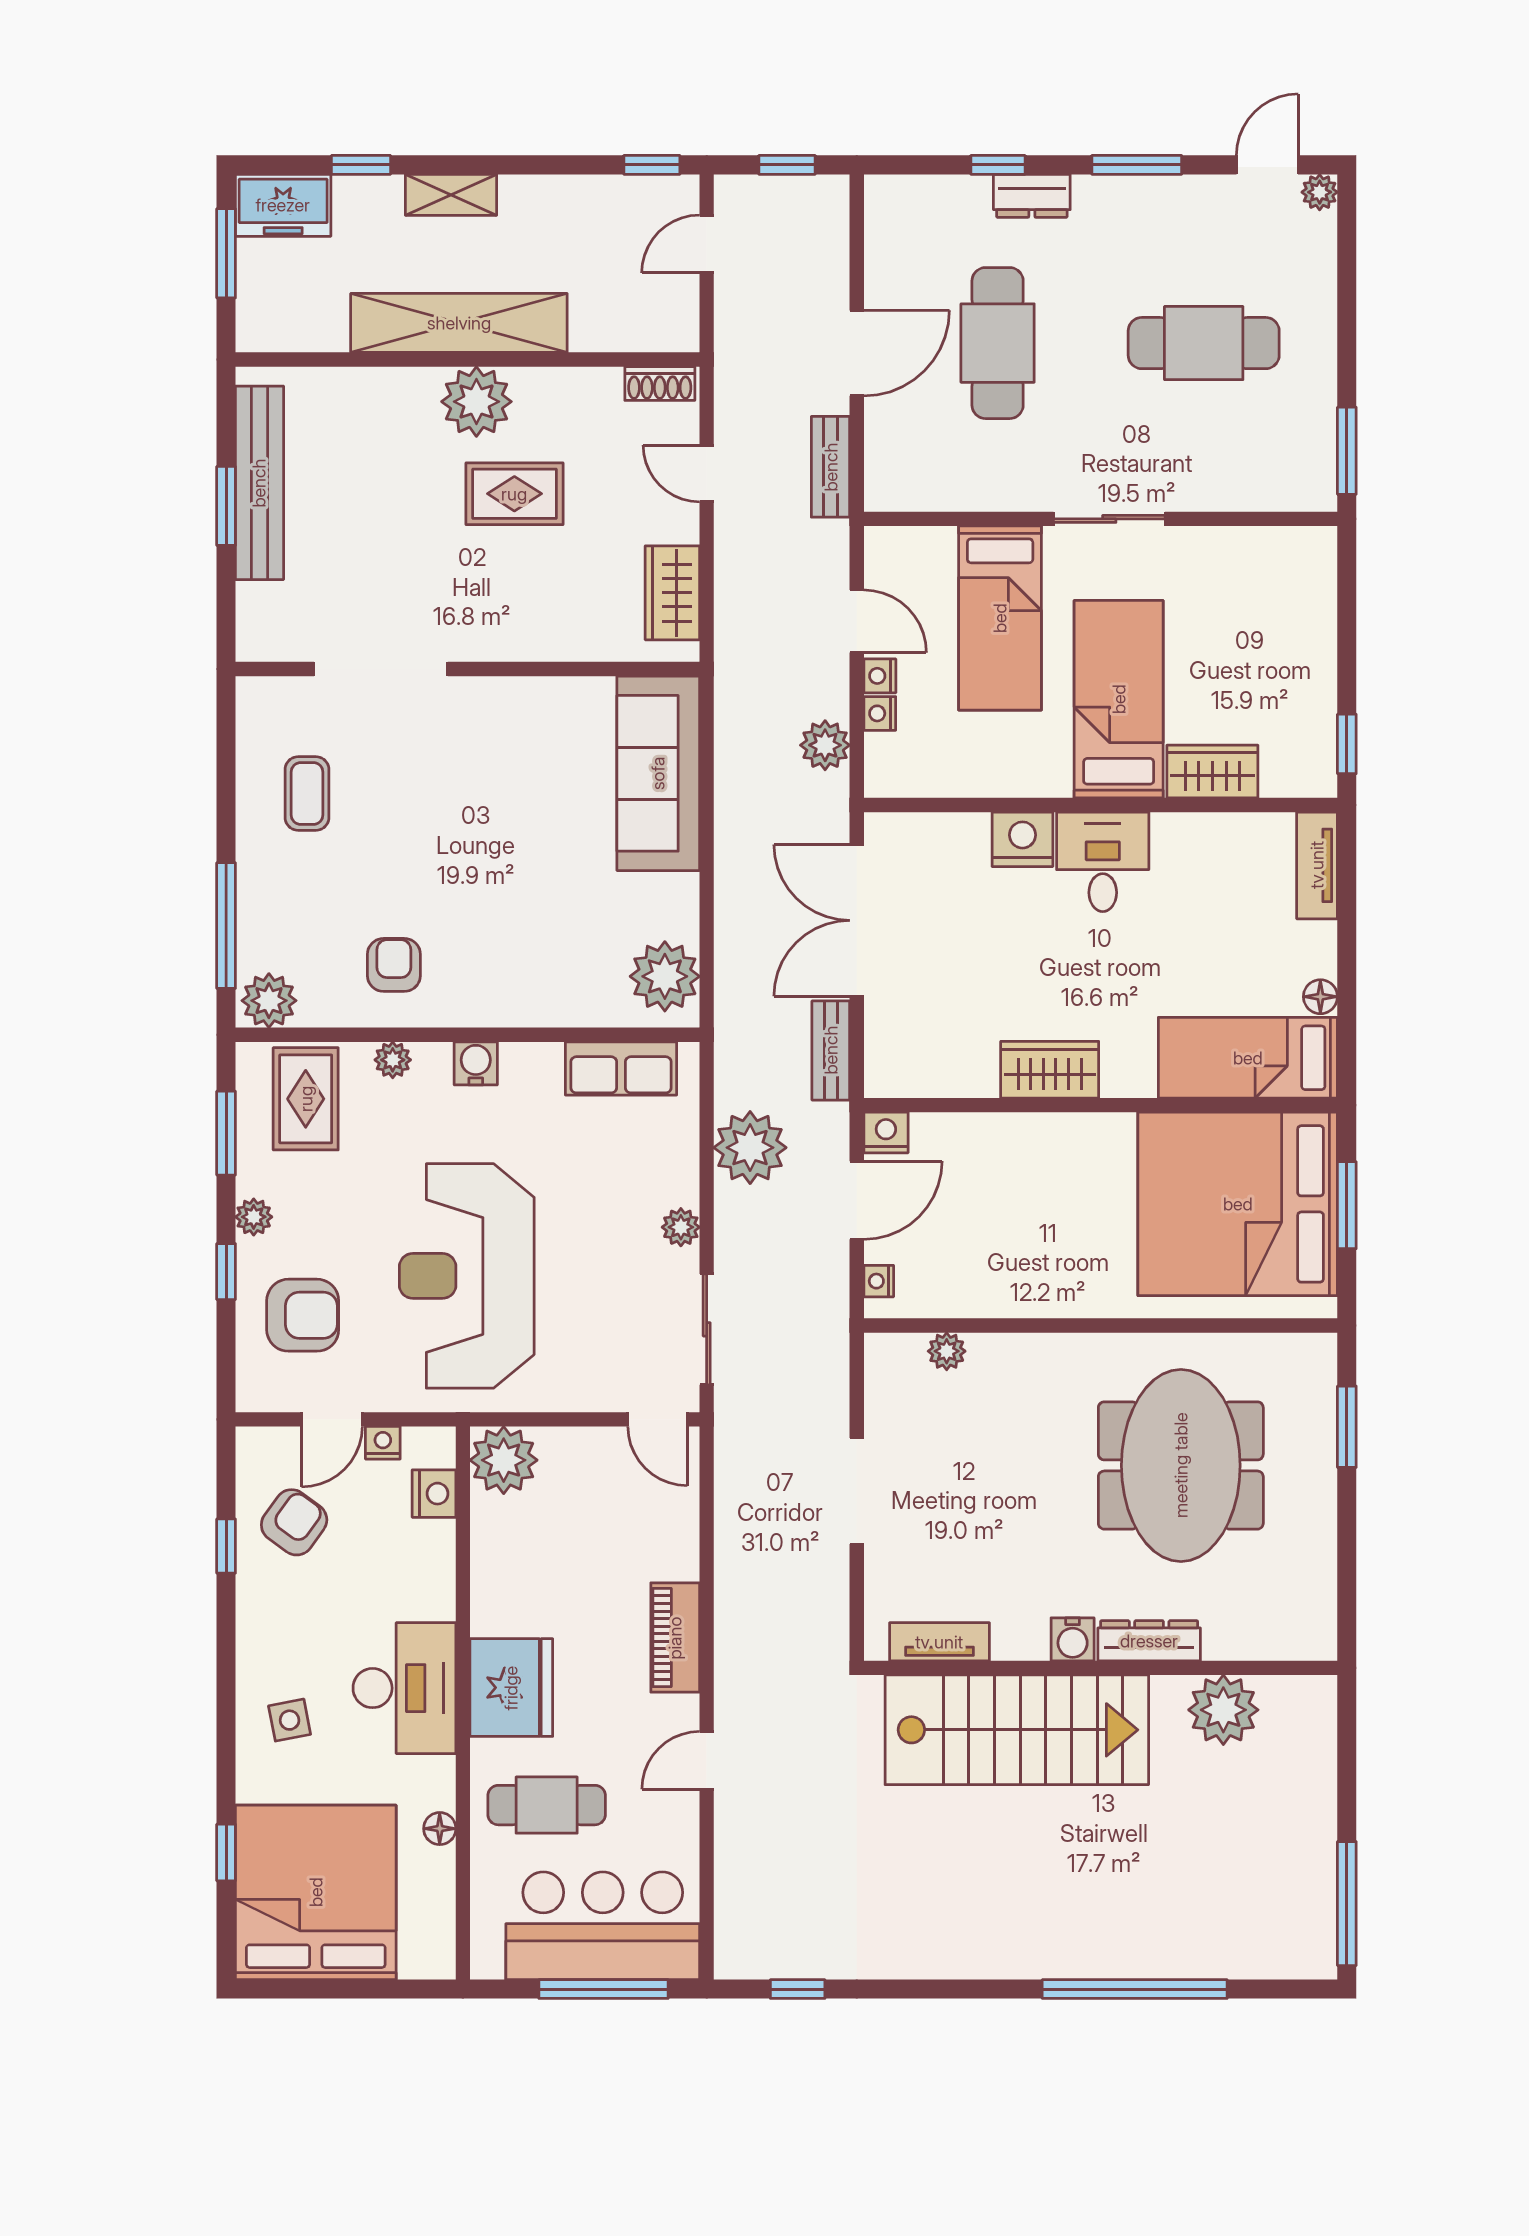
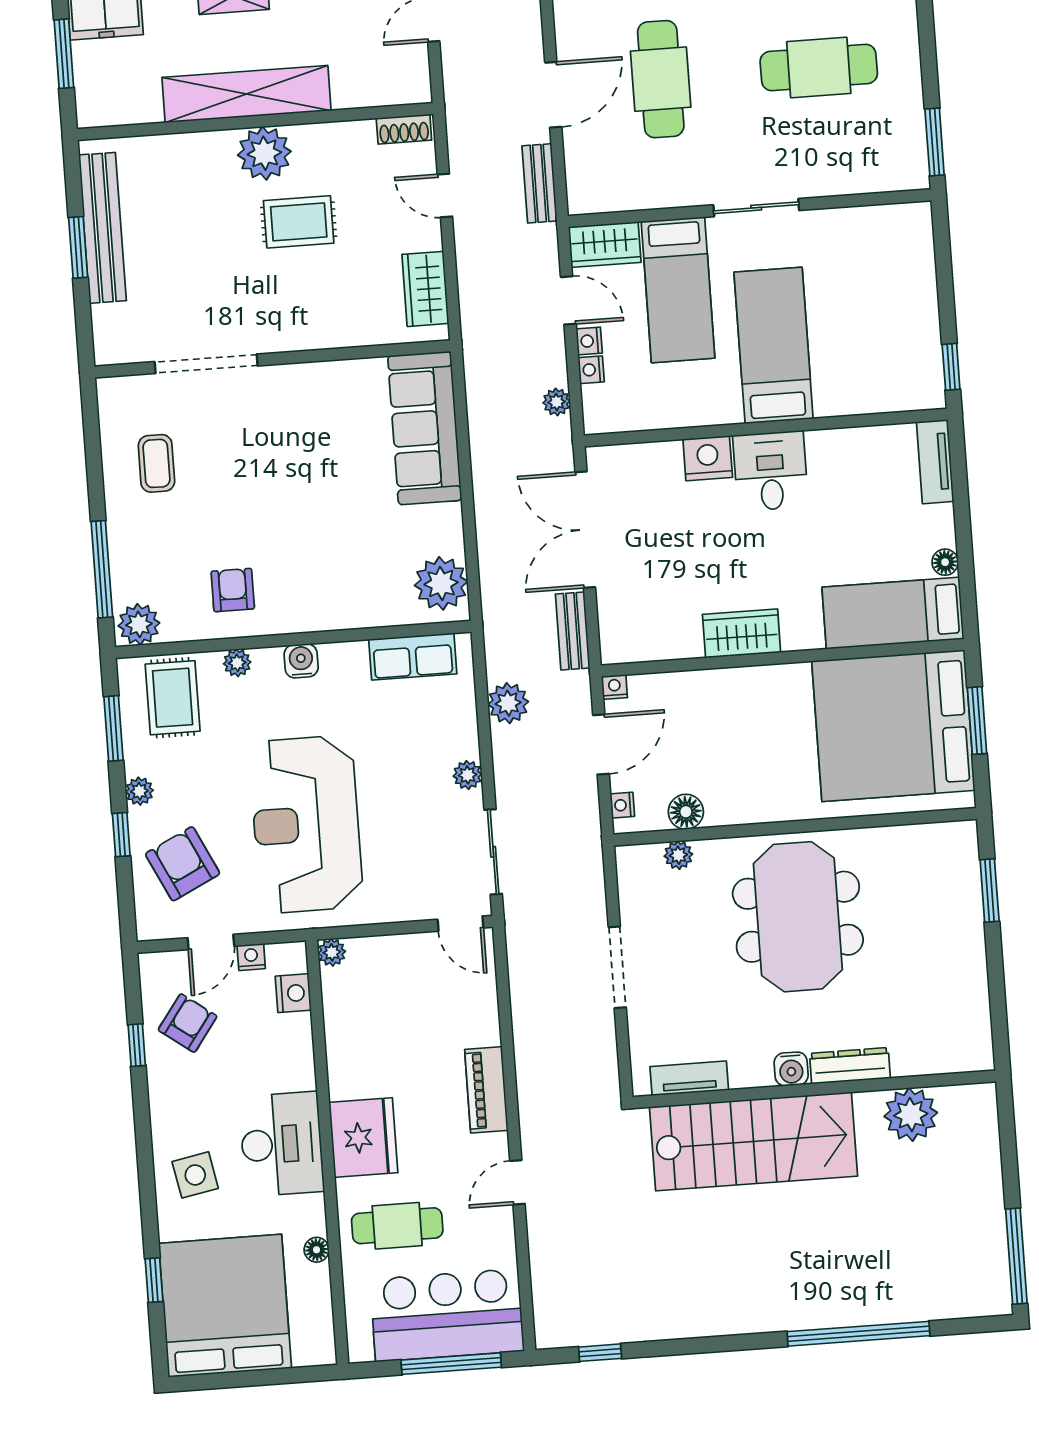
plant: (825, 745) -> (557, 402), width x0.73, depth x0.73
wardrobe: (1212, 772) -> (605, 245), moved, turned 180
nightstand: (886, 1132) -> (614, 687), width x0.72, depth x0.74
plant: (750, 1148) -> (508, 703), width x0.73, depth x0.73
floor lamp: (960, 1296) -> (686, 812), added
armchair: (303, 1315) -> (183, 864), turned -116
plant: (504, 1460) -> (332, 952), width x0.53, depth x0.53
meeting table: (1181, 1465) -> (798, 917), moved
side table: (290, 1720) -> (195, 1175), width x1.37, depth x1.37

